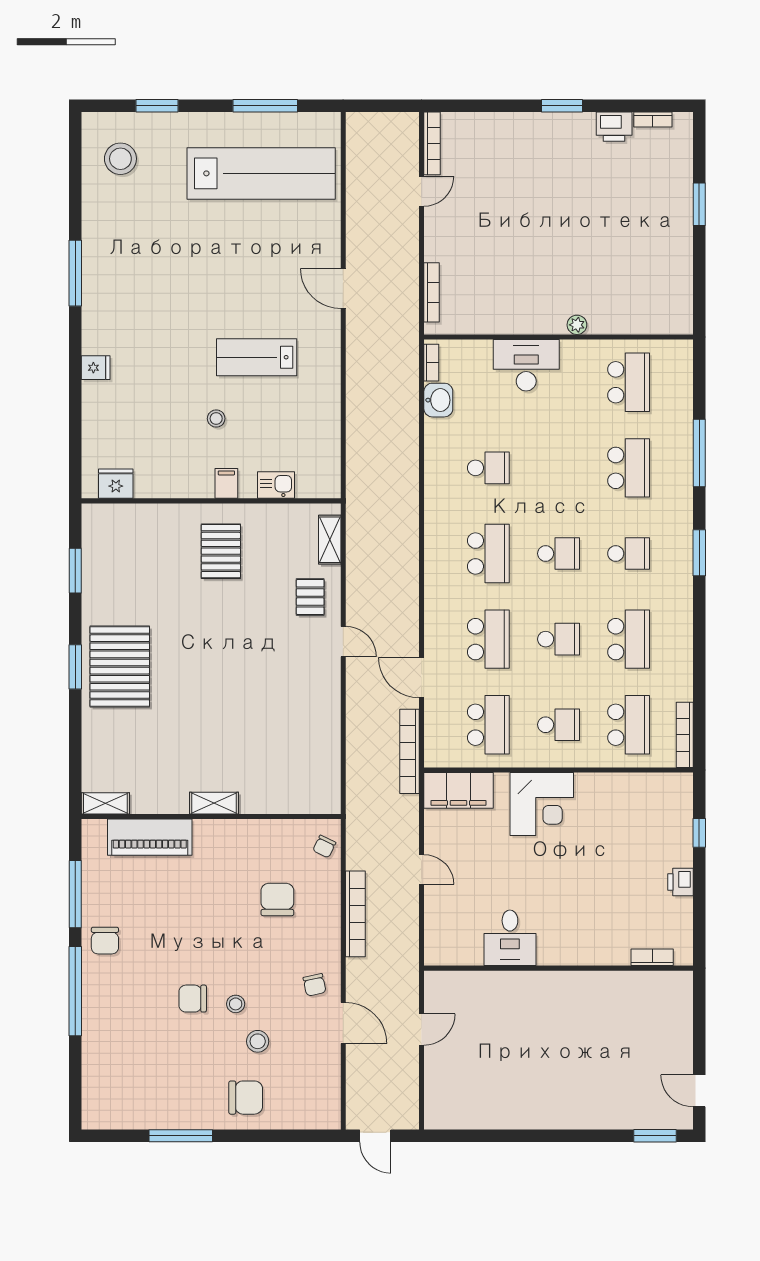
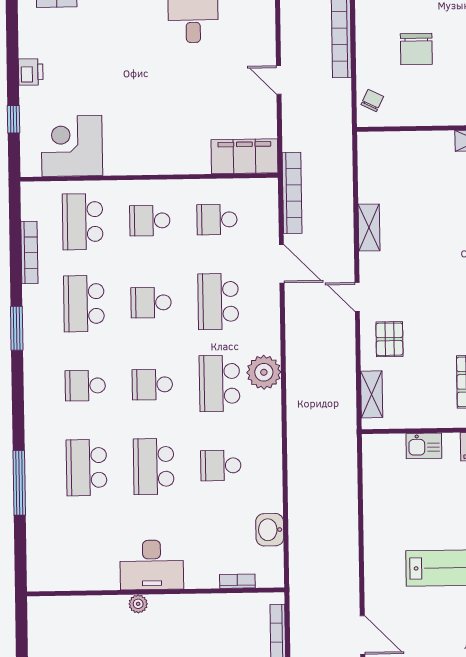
bookcase: (431, 363) -> (237, 581), moved, turned 90
desk: (526, 365) -> (152, 565), moved
school desk: (629, 382) -> (154, 467), moved
window: (699, 553) -> (17, 328), moved
plant: (442, 565) -> (264, 372), added
shelving: (330, 714) -> (369, 228), added
school desk: (488, 725) -> (217, 220), width x0.54
bookcase: (685, 735) -> (29, 253), moved
corner desk: (542, 804) -> (72, 146), moved

